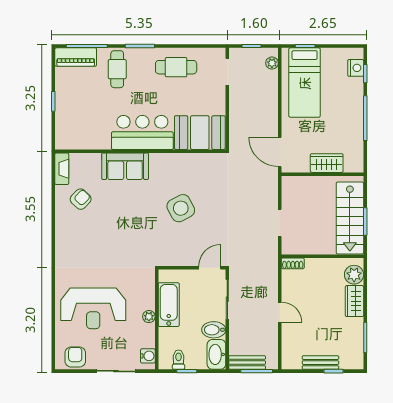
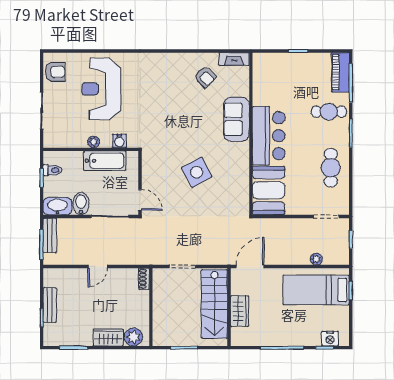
plant: (272, 63) -> (316, 259), moved
stairs: (350, 218) -> (214, 304), moved, turned -90
water cooler: (148, 356) -> (119, 141), moved

